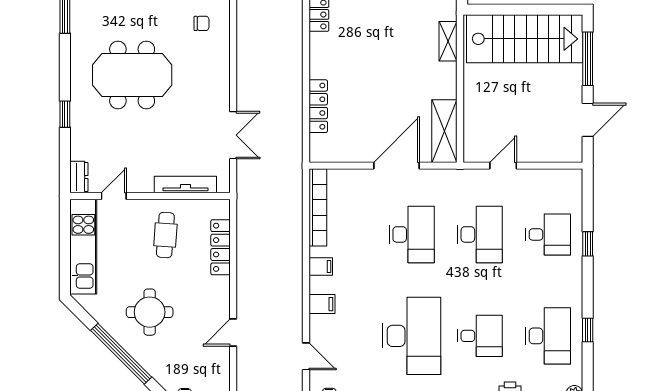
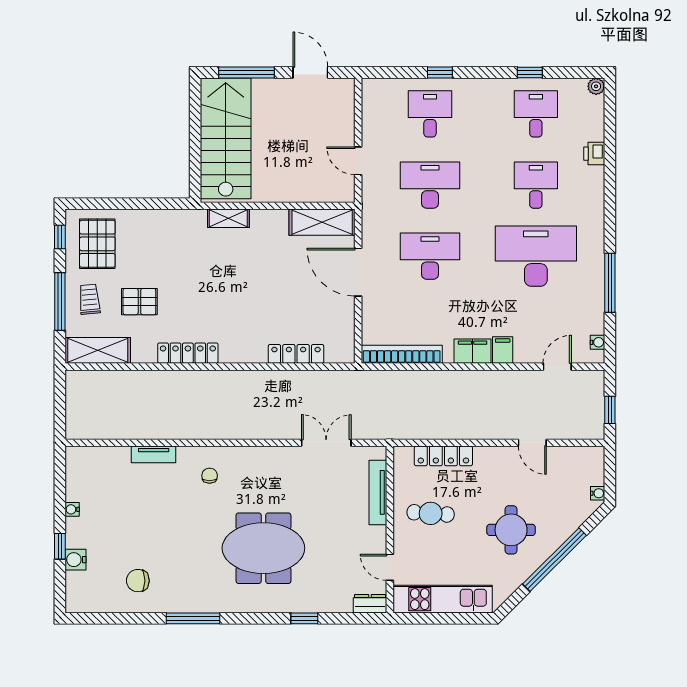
meeting table: (132, 75) -> (263, 548), turned 90
filing cabinet: (321, 266) -> (473, 351), width x2.00
desk: (548, 336) -> (536, 114), width x0.73

